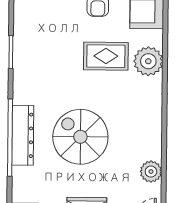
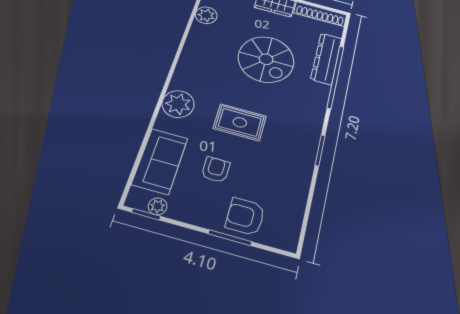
rug: (106, 56) -> (240, 122), moved
dresser: (23, 135) -> (326, 59), moved

